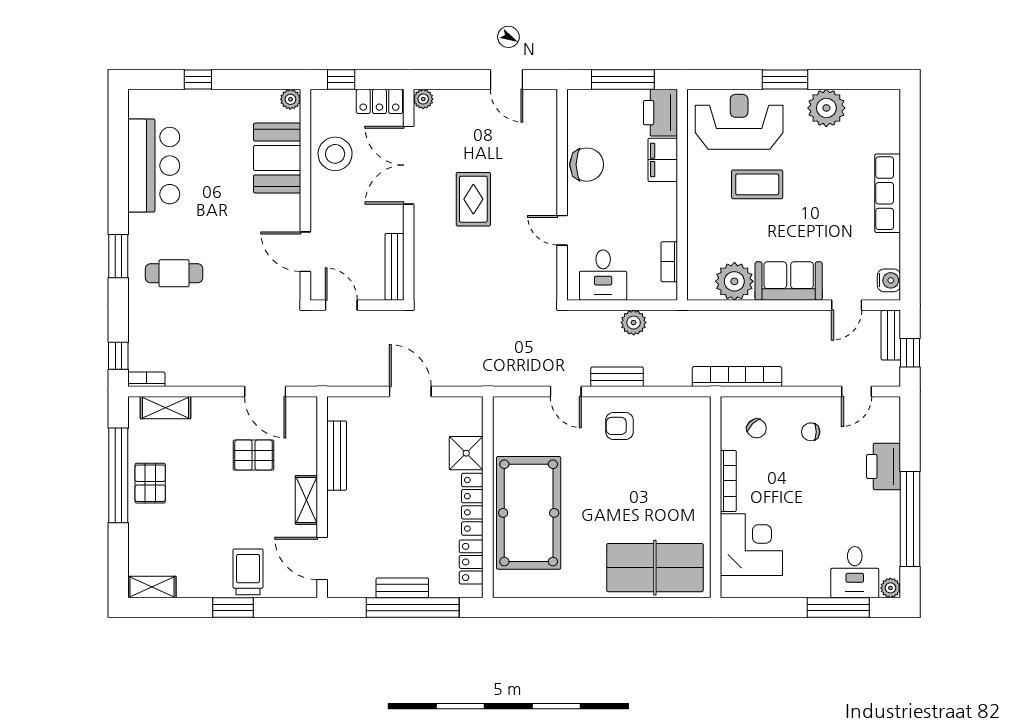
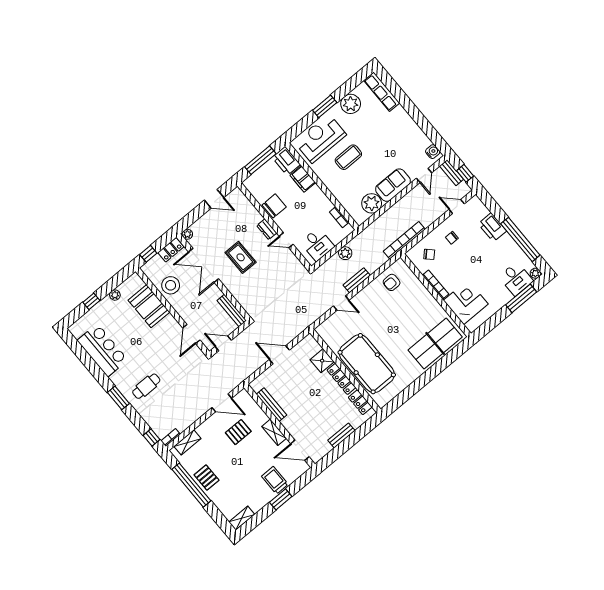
plant: (290, 99) -> (115, 295), moved
dresser: (547, 190) -> (267, 229), added
row of seats: (888, 193) -> (382, 92), moved
door: (305, 252) -> (191, 334), hinge flipped
door: (857, 391) -> (457, 206), swing flipped
armchair: (620, 426) -> (392, 282), moved
window: (413, 607) -> (352, 440), removed

